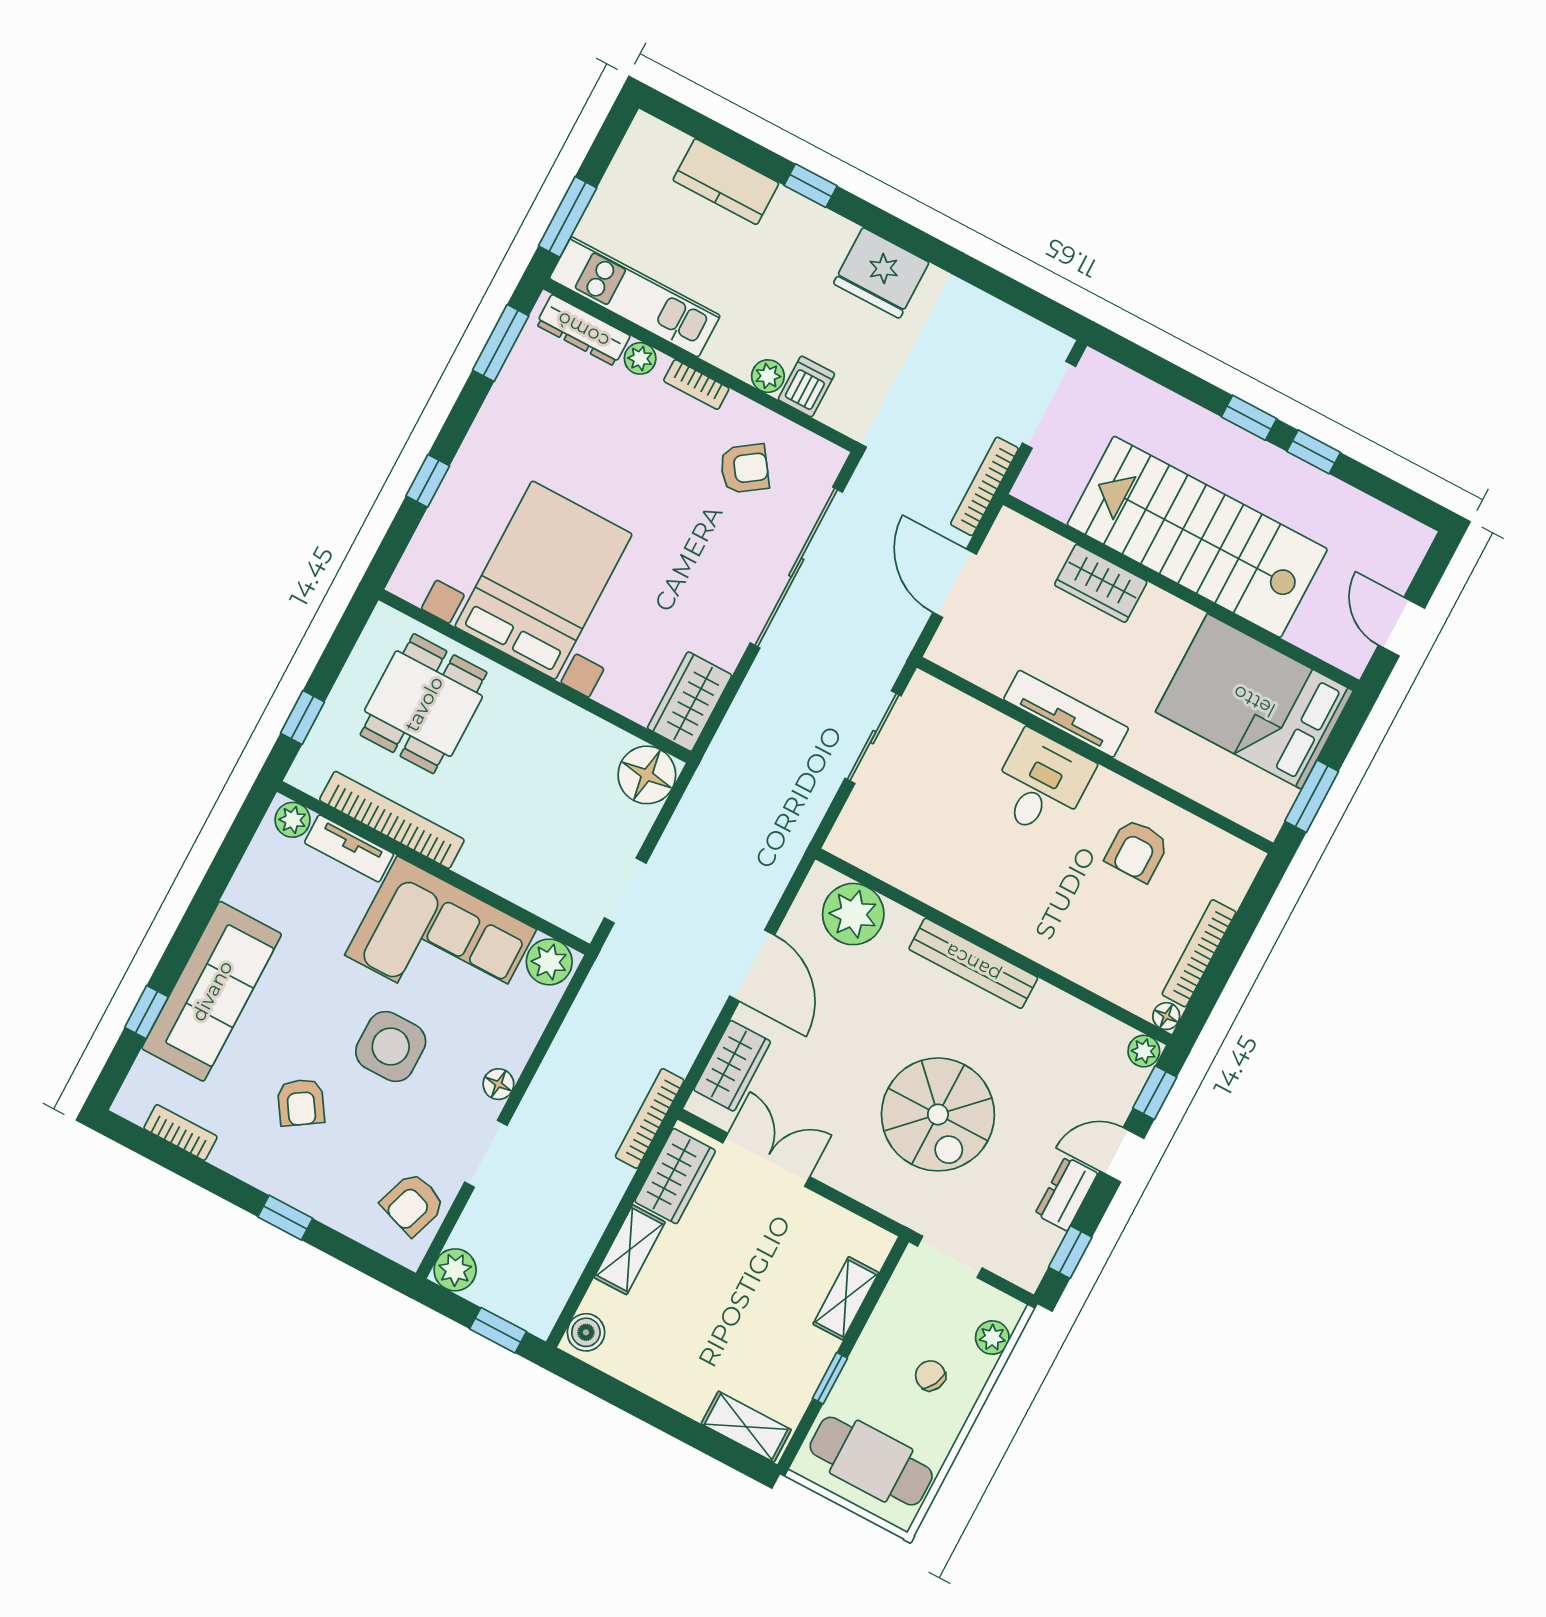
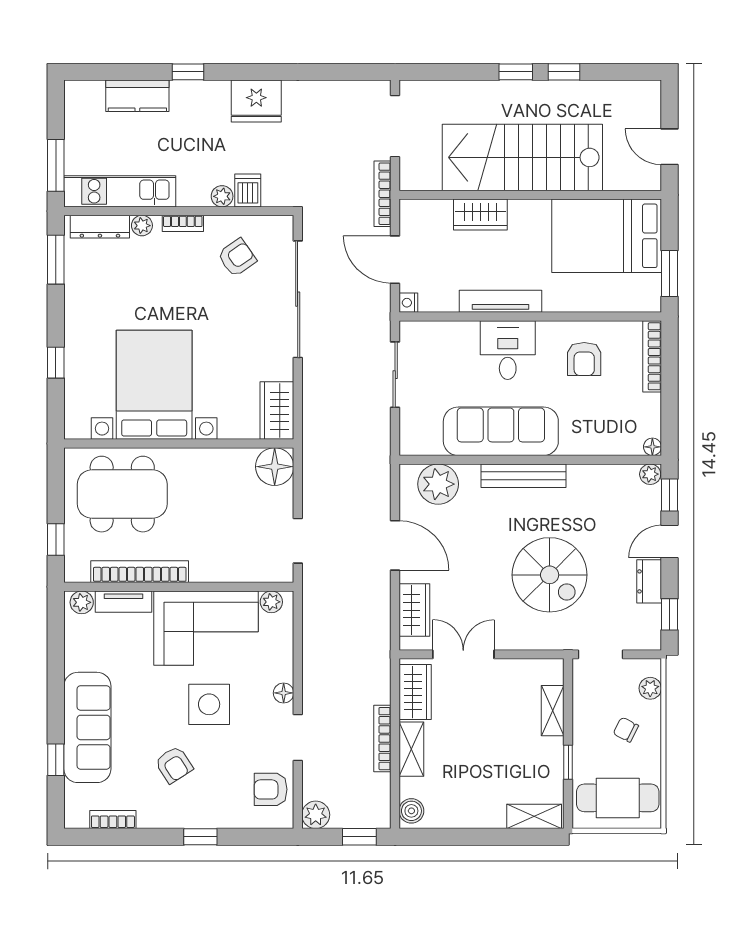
nightstand: (942, 650) -> (408, 303), added
dining table: (424, 704) -> (122, 494), width x1.38
sofa: (974, 888) -> (501, 431), added
bookcase: (1199, 953) -> (652, 356), moved
plant: (549, 962) -> (271, 602), width x0.73, depth x0.73
bookcase: (650, 1118) -> (382, 739), moved
armchair: (413, 1204) -> (271, 789), turned 71

